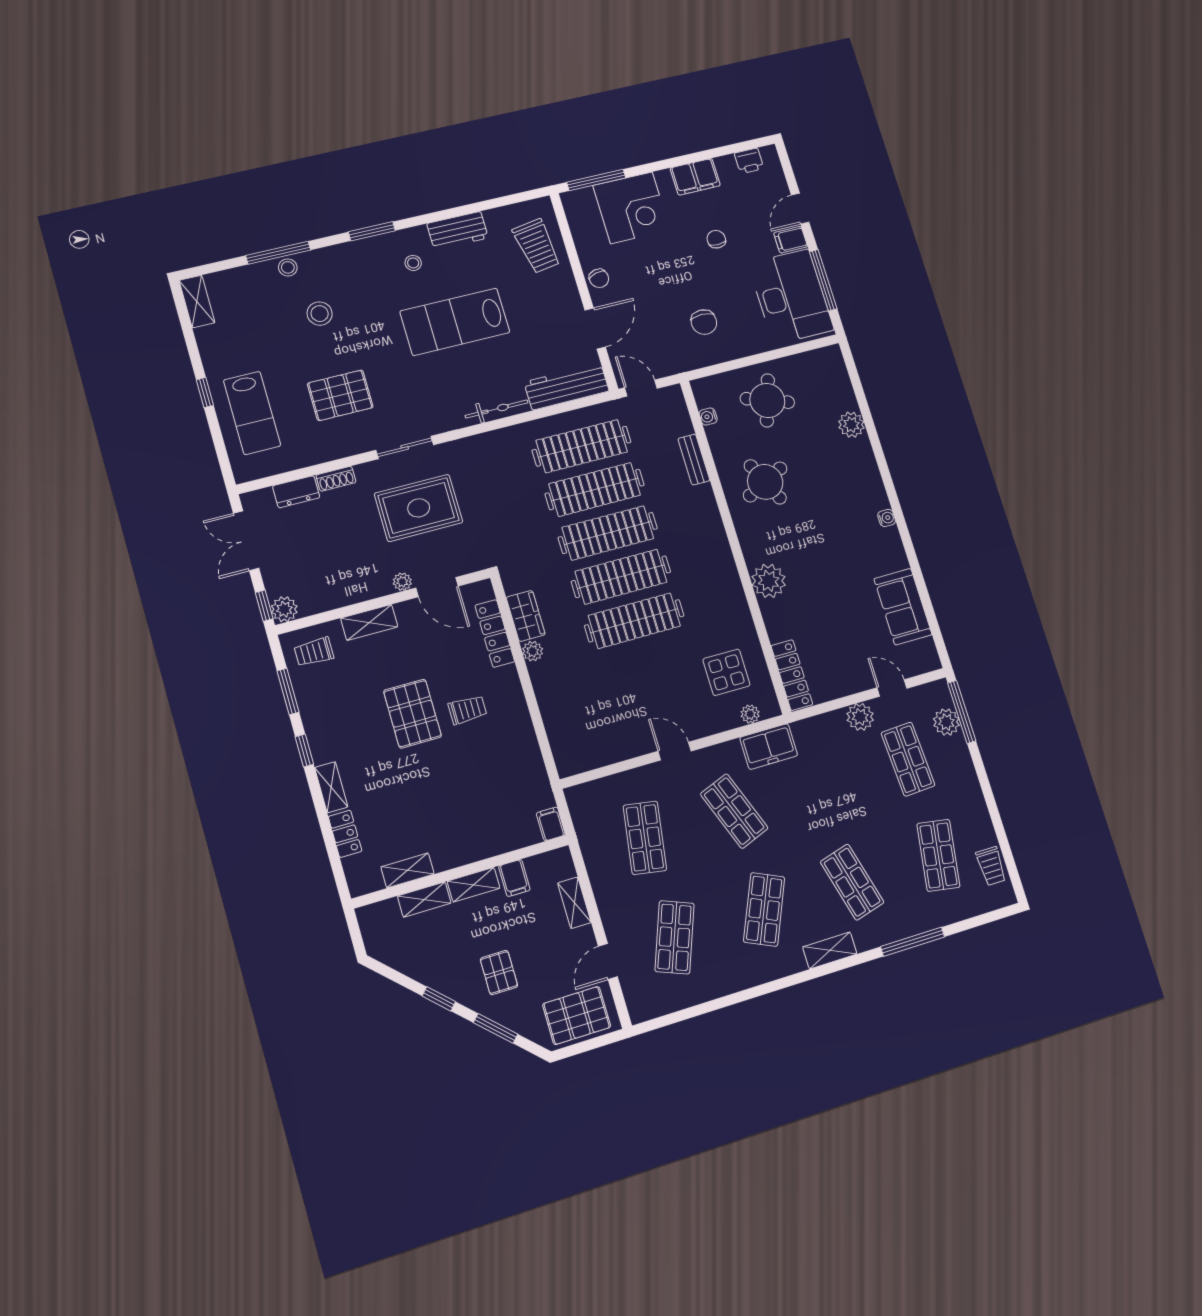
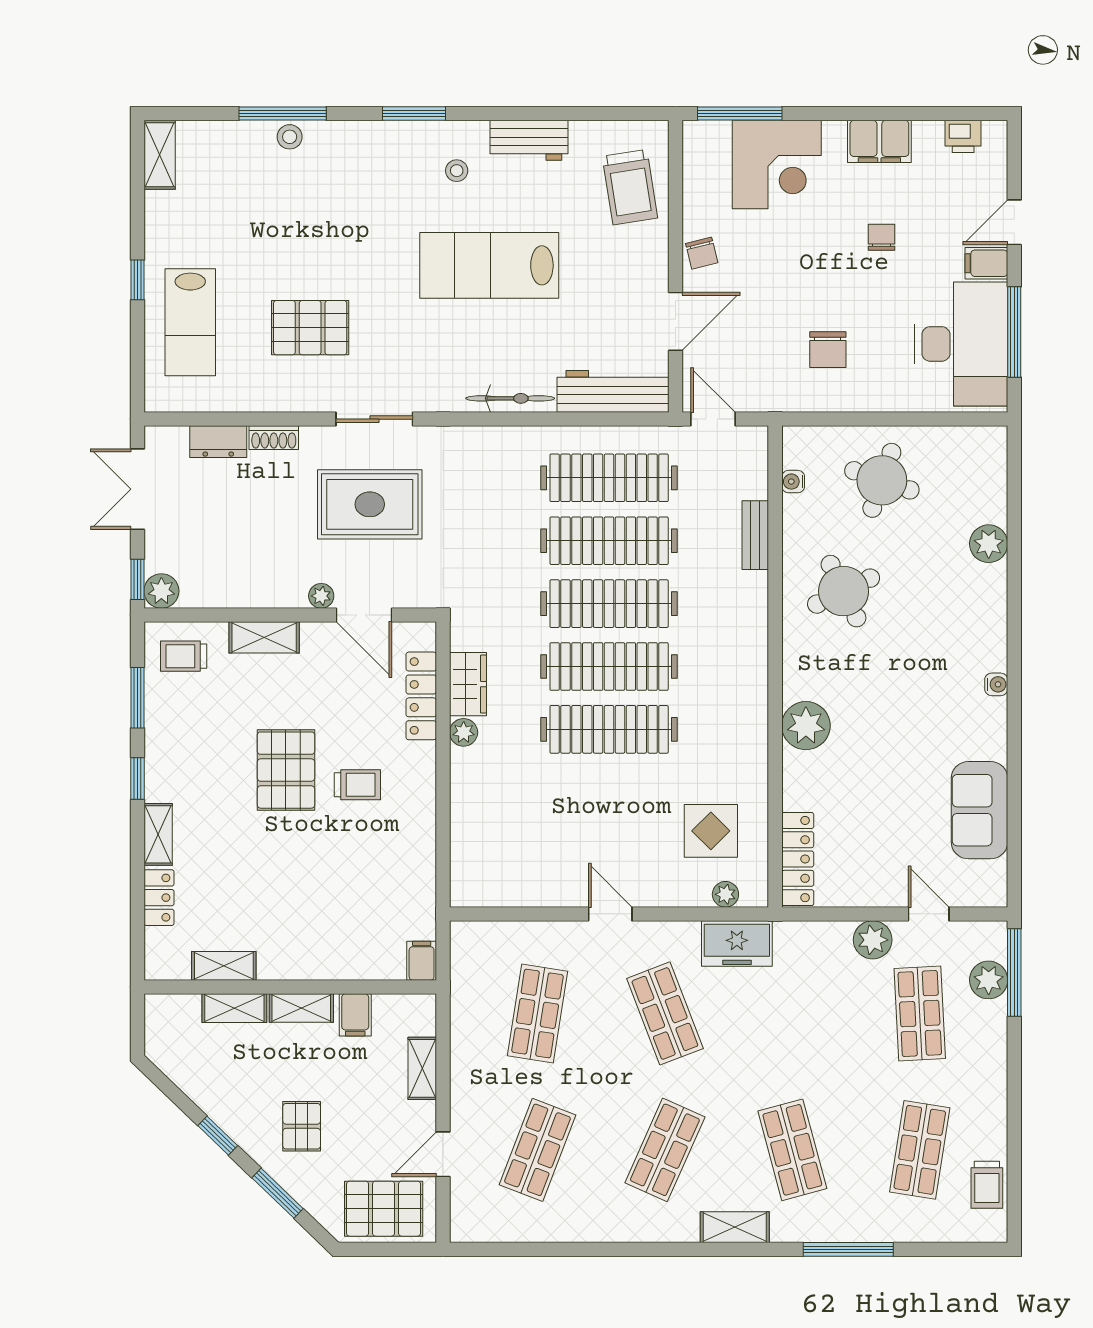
stool: (320, 314) -> (314, 210), removed

